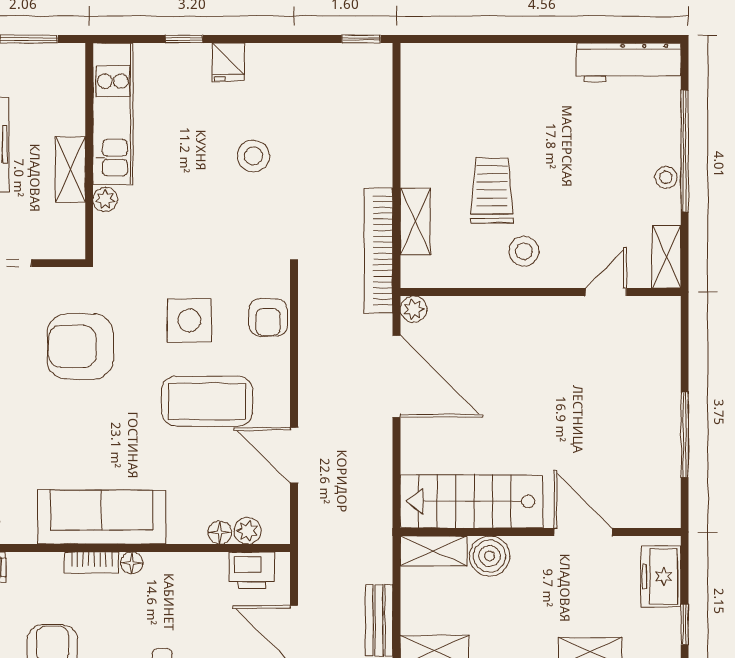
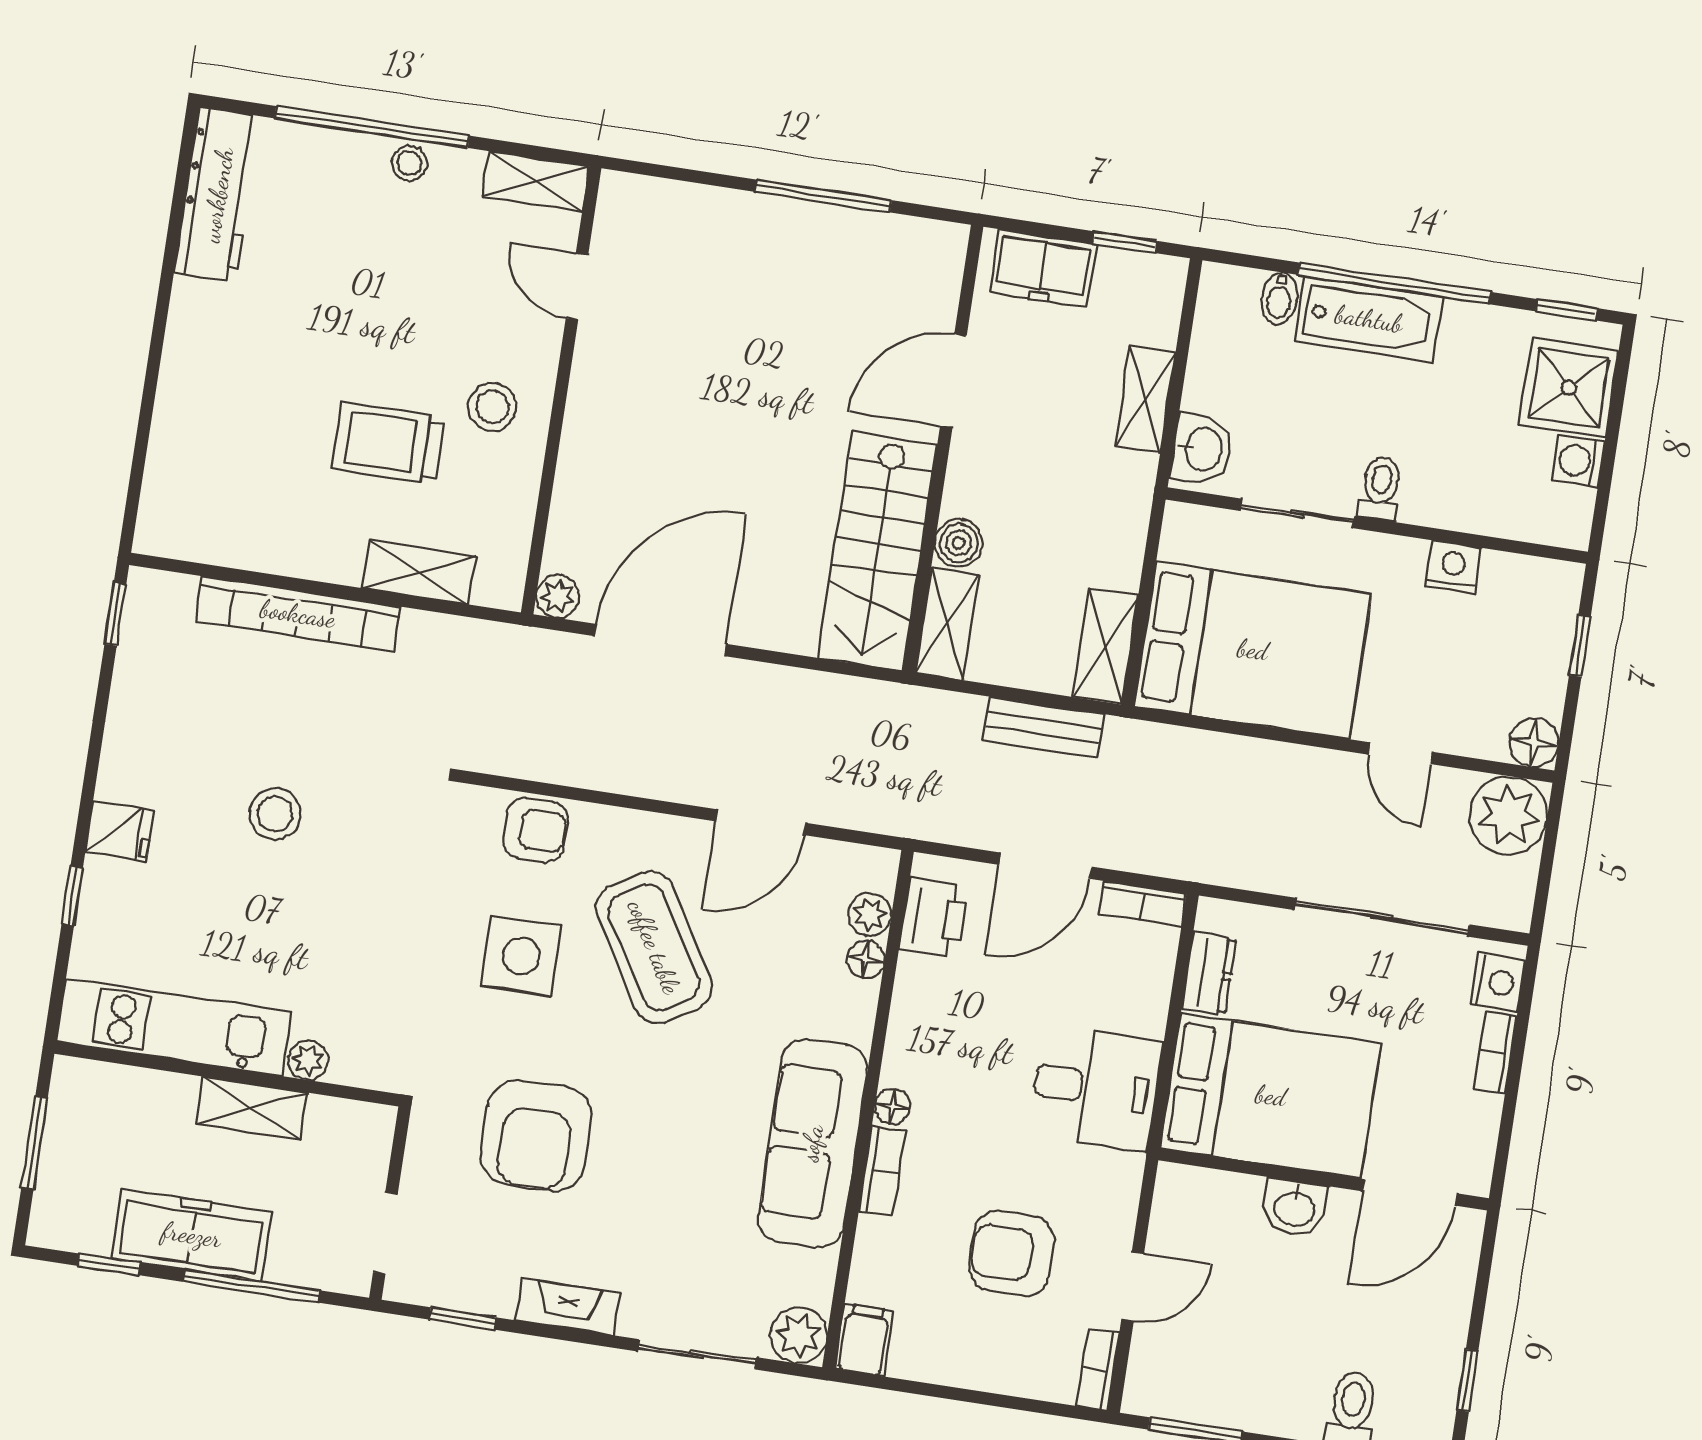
bookcase: (378, 251) -> (298, 614), moved
coffee table: (207, 401) -> (654, 947), turned -31
boiler: (490, 556) -> (959, 543), width x0.73, depth x0.73

